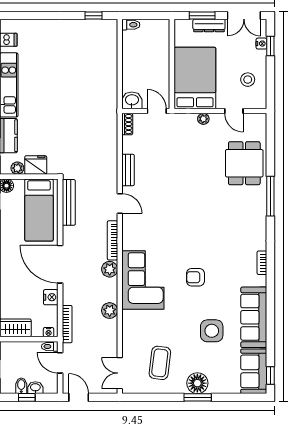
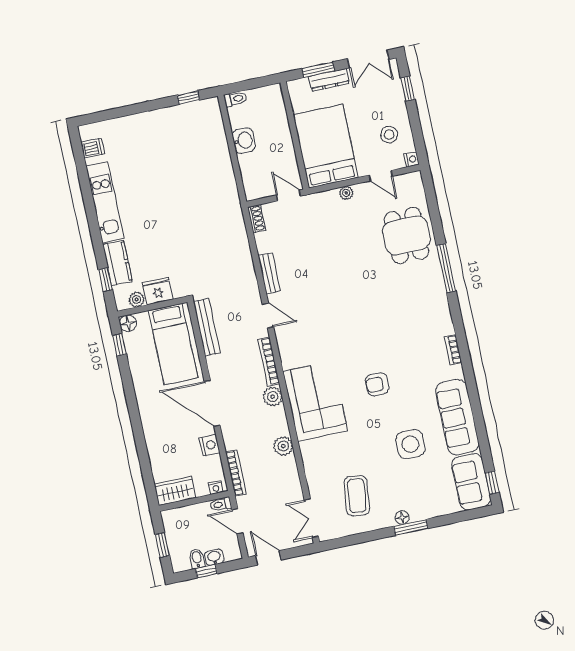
nightstand: (261, 44) -> (412, 159), moved
washbasin: (132, 100) -> (244, 141), moved, turned 90
floor lamp: (197, 383) -> (402, 518), width x0.53, depth x0.53

